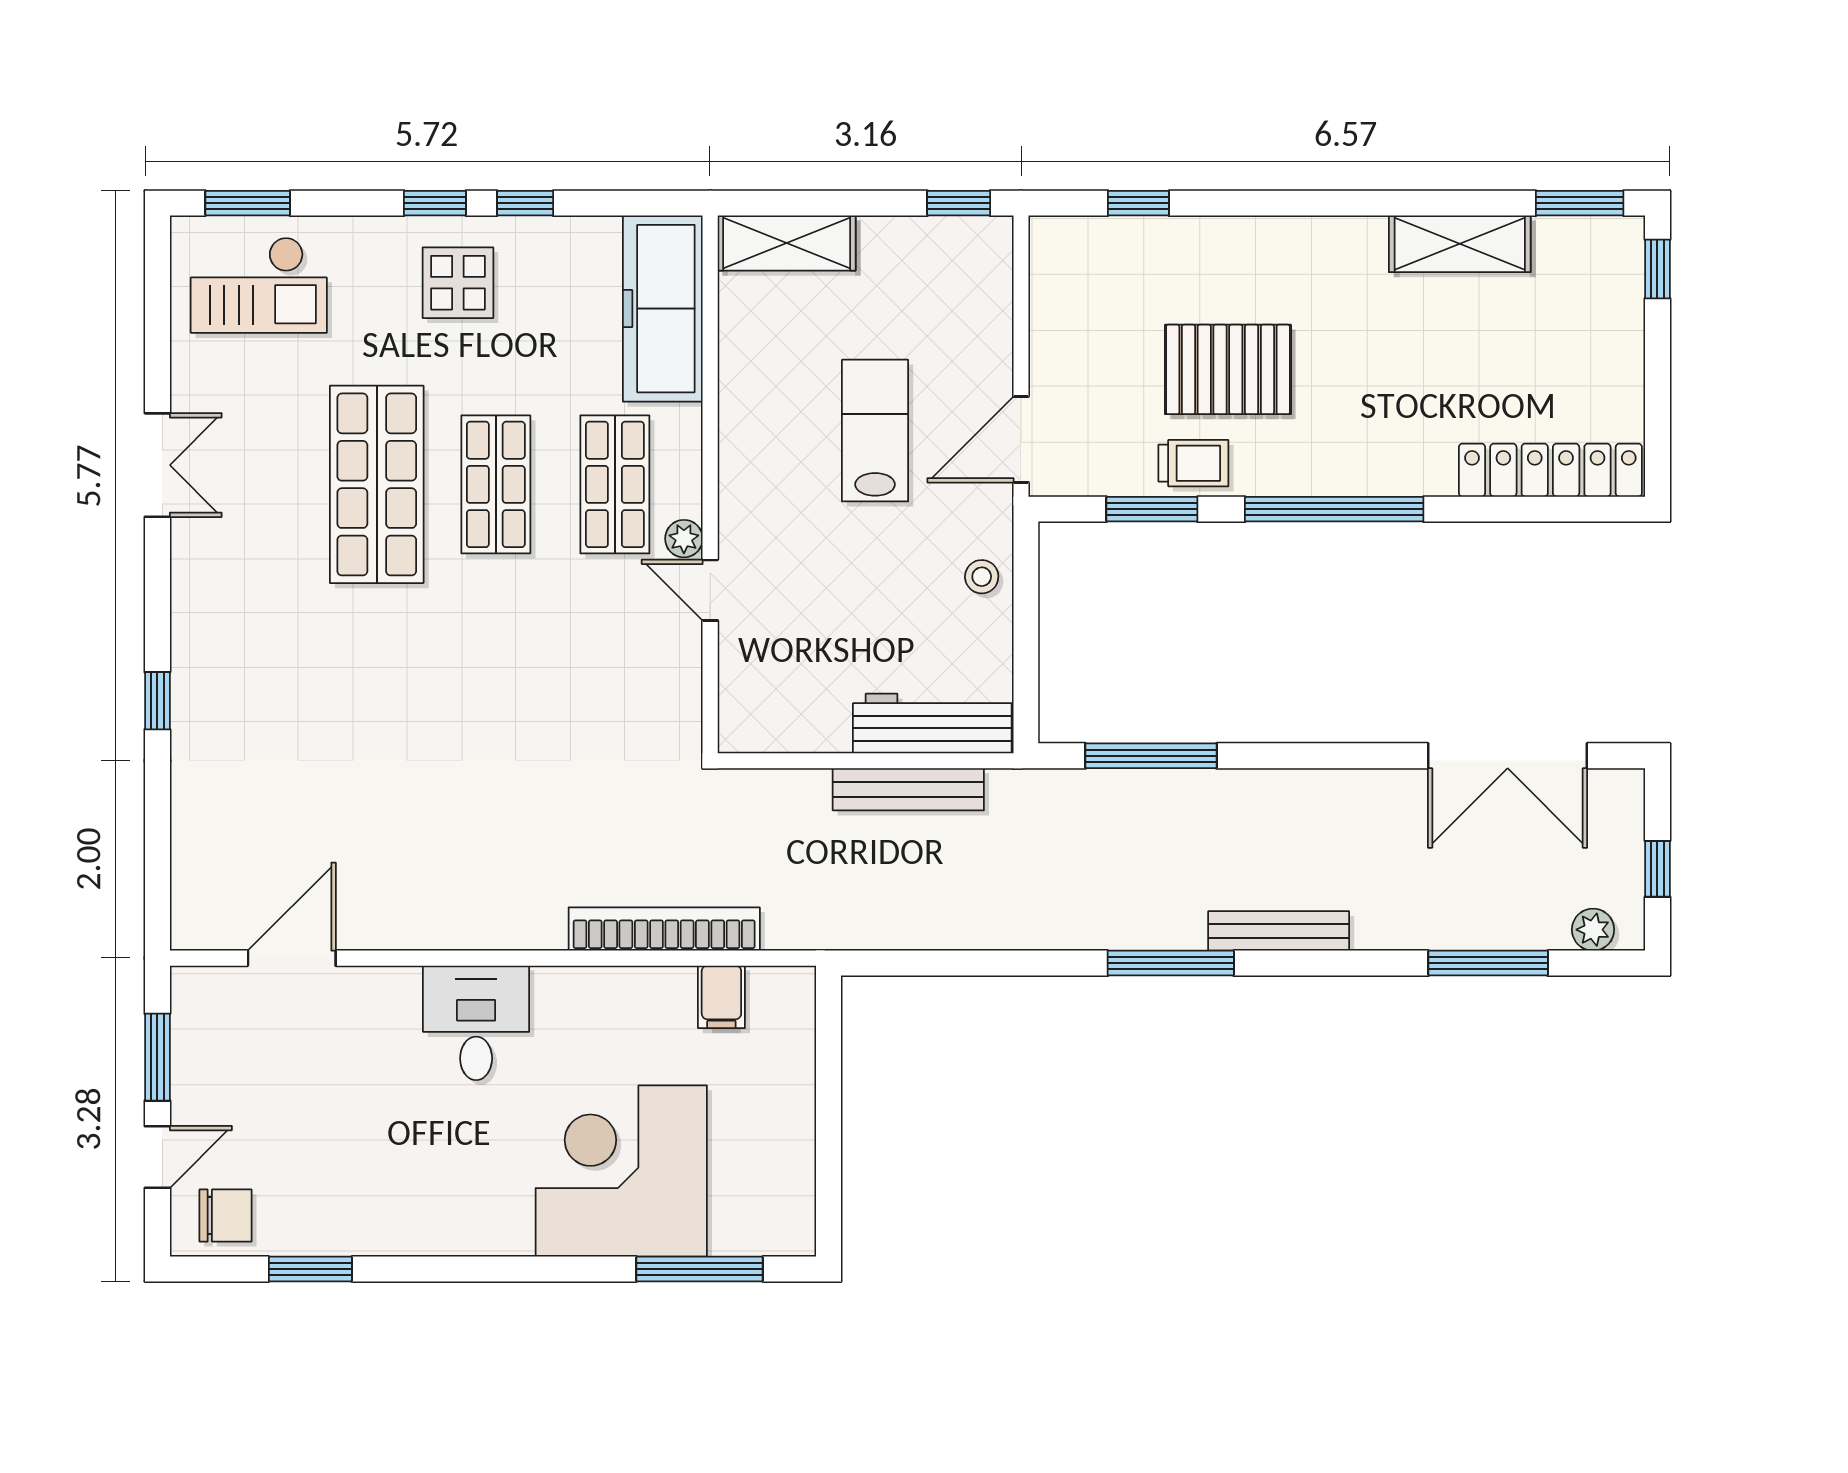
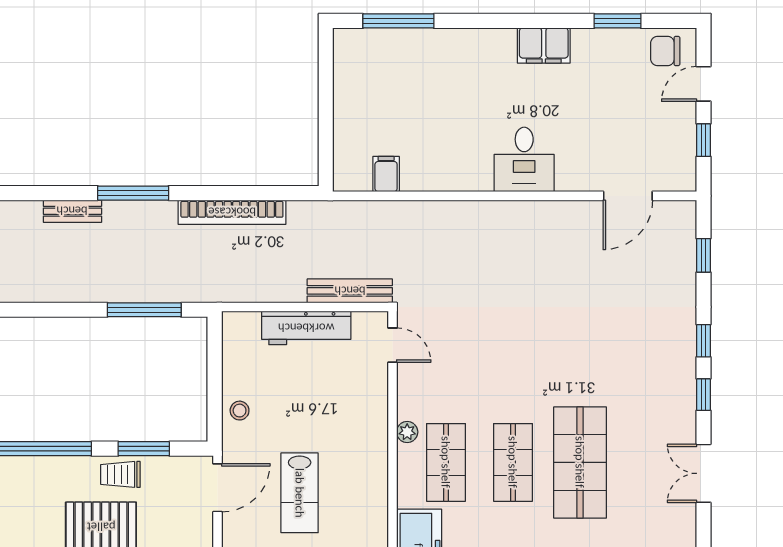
door: (710, 590) -> (392, 345), moved
window: (157, 605) -> (703, 395), added
workbench: (932, 724) -> (306, 328), moved
bench: (908, 789) -> (350, 291), moved
window: (157, 852) -> (703, 255), added
bookcase: (664, 929) -> (232, 212), moved
bench: (1279, 931) -> (72, 211), width x0.73
window: (157, 1057) -> (703, 140), width x0.67
corner desk: (621, 1171) -> (442, 76), removed
filing cabinet: (441, 1225) -> (544, 45), added

